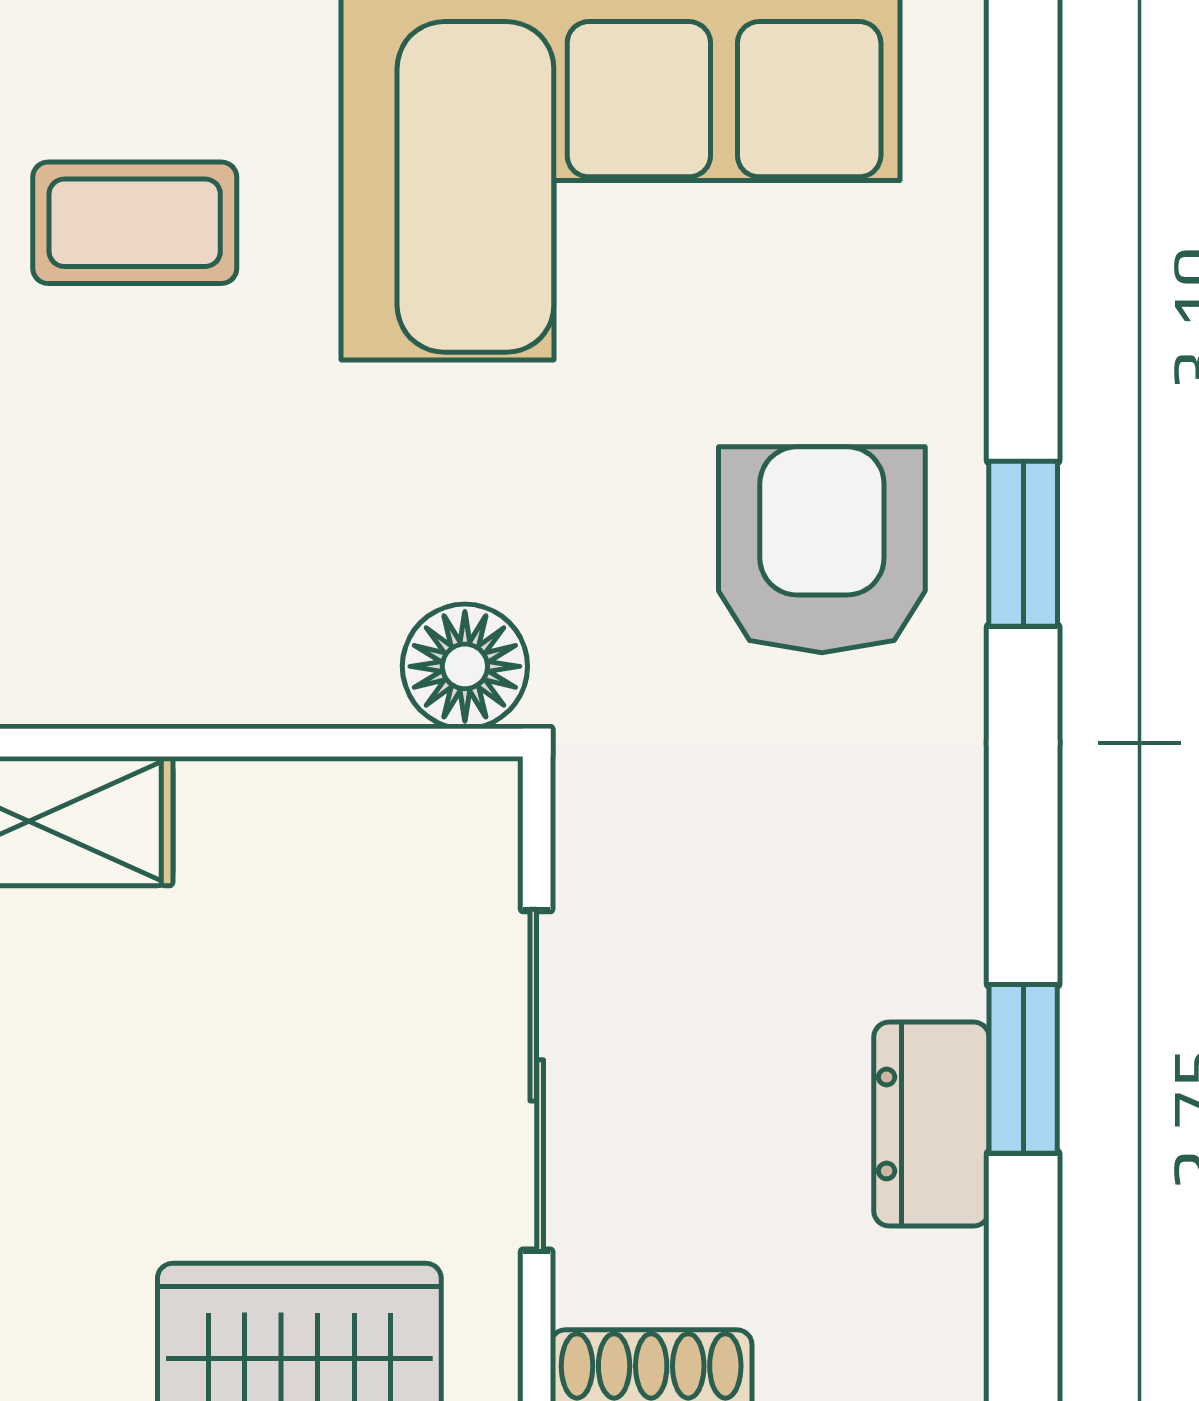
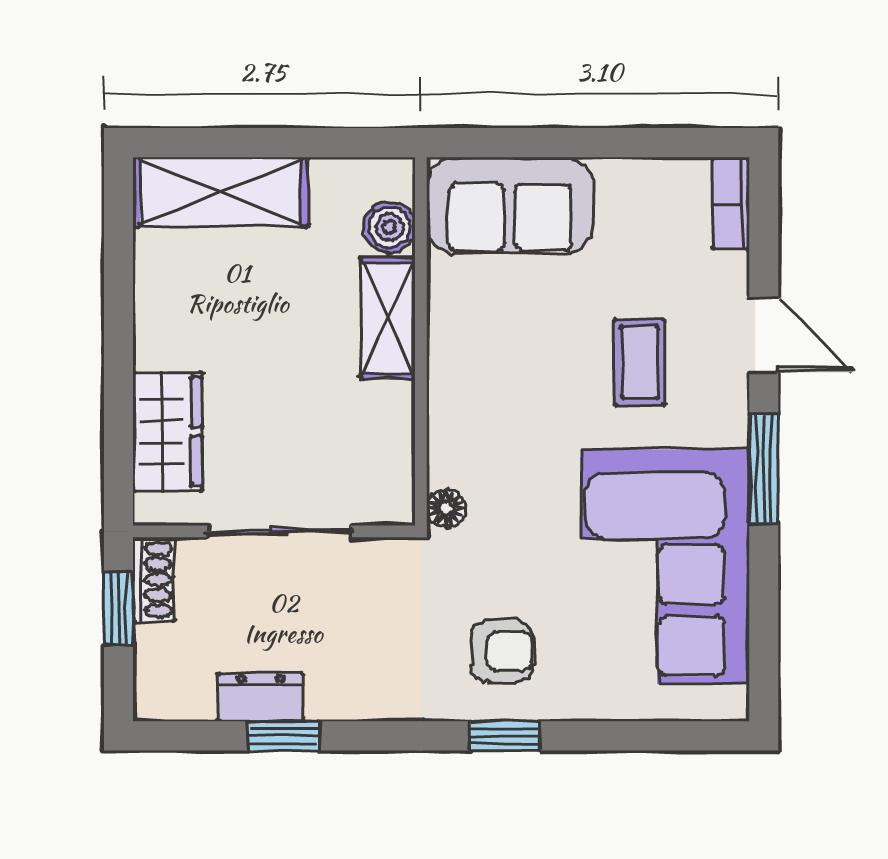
armchair: (822, 550) -> (502, 651), width x0.72, depth x0.72
floor lamp: (465, 666) -> (446, 508), width x0.73, depth x0.73

